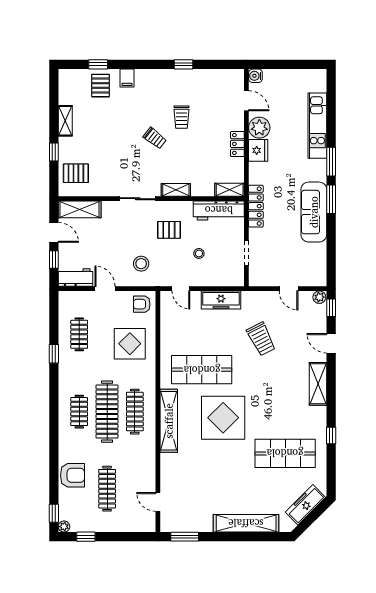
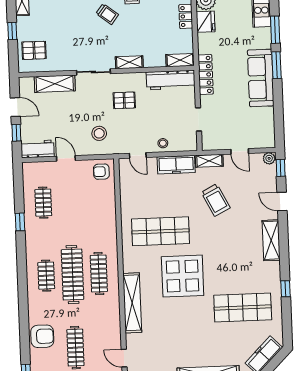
shelving: (80, 209) -> (55, 84), moved
stool: (199, 253) -> (163, 143), moved
shelving: (256, 297) -> (209, 161), added
display table: (130, 344) -> (92, 210), removed
shelving: (169, 421) -> (132, 303), moved

